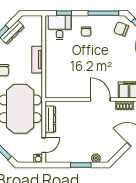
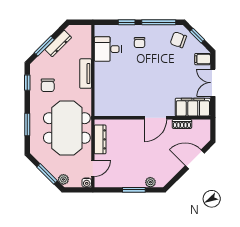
window: (64, 13) -> (127, 22), moved
desk: (60, 28) -> (108, 49), moved, turned -90
door: (100, 100) -> (155, 118), swing flipped
plant: (17, 155) -> (63, 179), added

